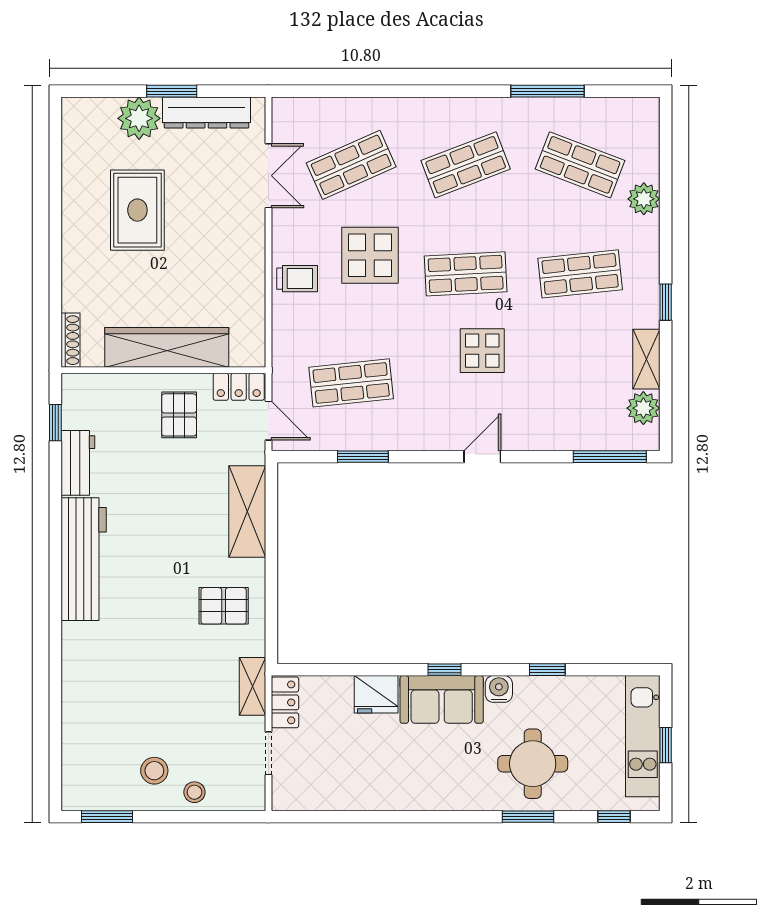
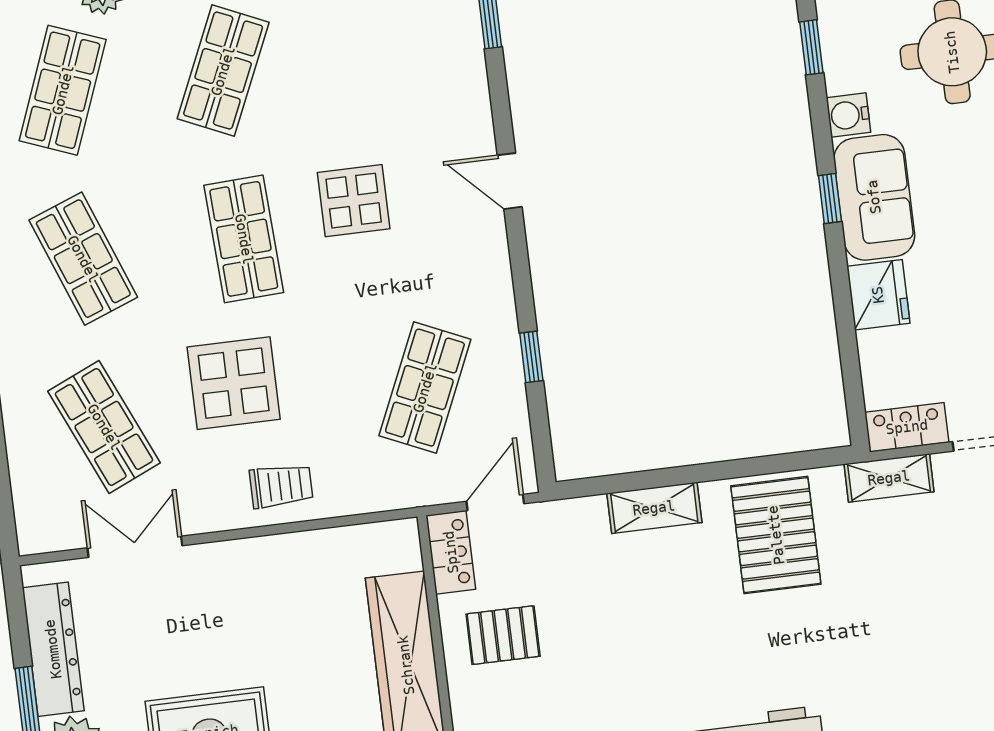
shop shelf: (580, 274) -> (223, 71), turned 30
trolley: (297, 279) -> (281, 486), turned 90
shop shelf: (351, 383) -> (425, 388), turned 30
window: (363, 457) -> (531, 357), width x0.67
shelving: (247, 511) -> (654, 508), width x0.67, depth x0.75
pallet: (224, 606) -> (776, 535), width x1.50, depth x1.42

